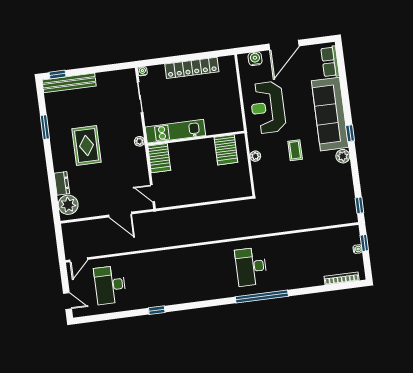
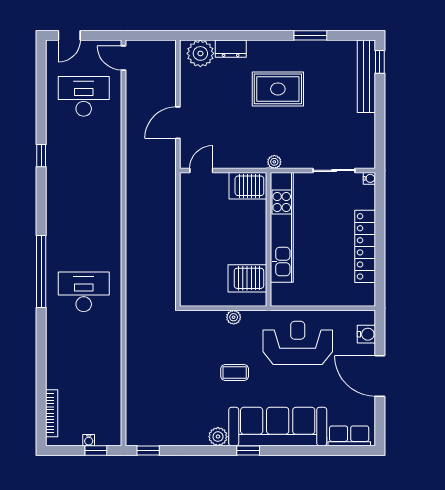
kitchen unit: (175, 131) -> (282, 227), width x1.36
window: (262, 296) -> (41, 271), moved

